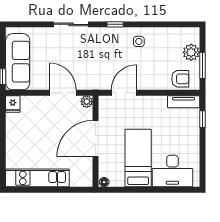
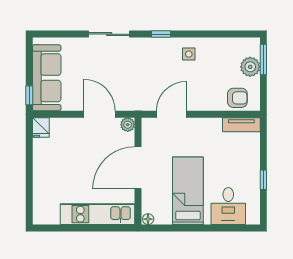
window: (202, 65) -> (263, 59), moved
window: (202, 119) -> (263, 180), moved
desk: (172, 171) -> (228, 206), width x0.73
kitchen unit: (37, 178) -> (97, 214), moved

